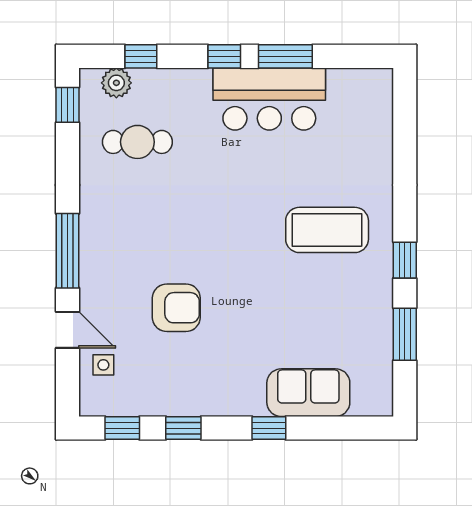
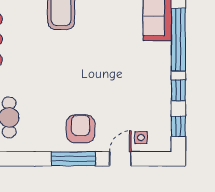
armchair: (176, 308) -> (81, 129), moved
window: (269, 428) -> (178, 40), width x3.17

